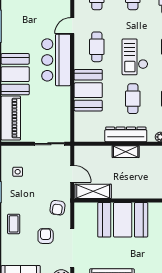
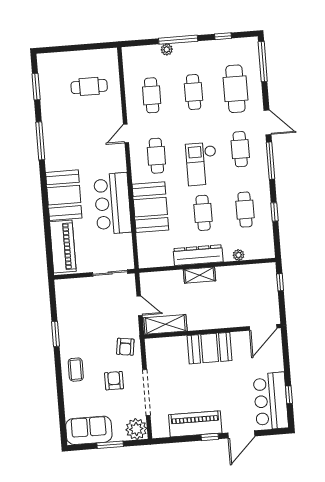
bar counter: (56, 60) -> (113, 204), moved
side table: (18, 172) -> (76, 308), removed
booth: (123, 220) -> (210, 348), width x0.73, depth x0.70

